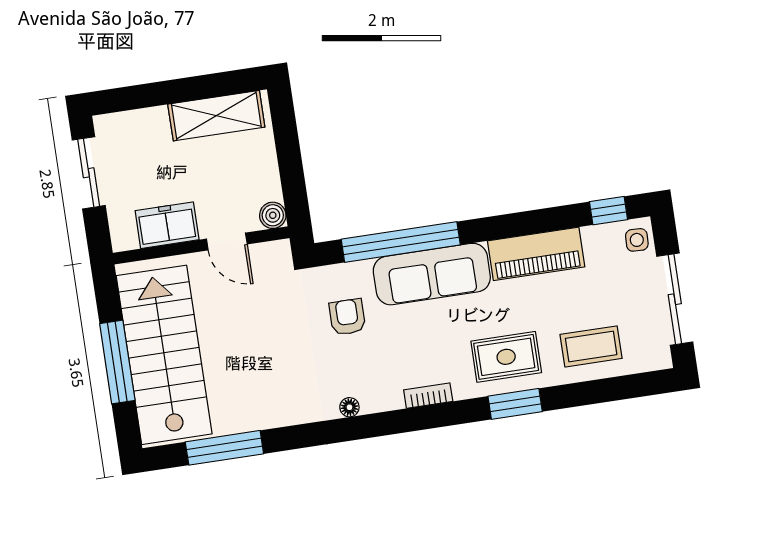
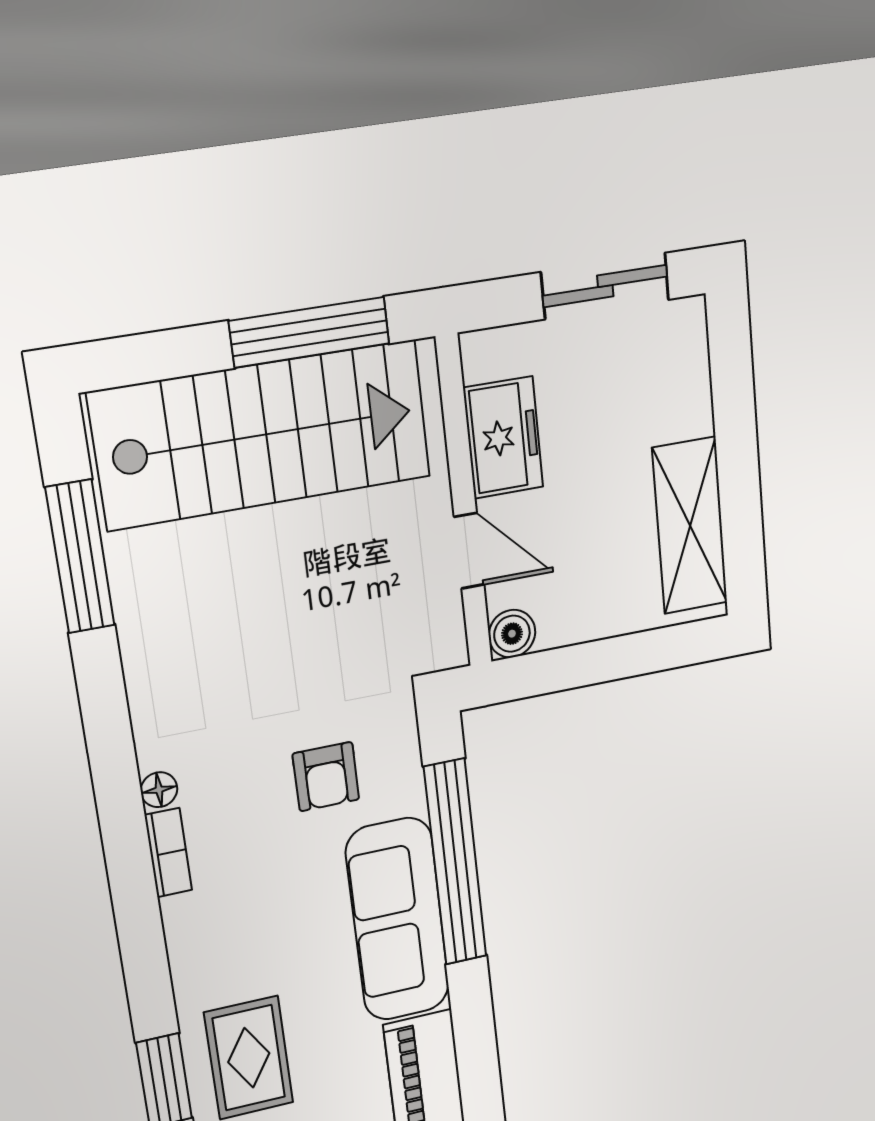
door: (227, 242) -> (469, 551), swing flipped
armchair: (347, 317) -> (326, 777), turned 90
window: (117, 362) -> (309, 332), moved
bookcase: (428, 396) -> (168, 853), moved

